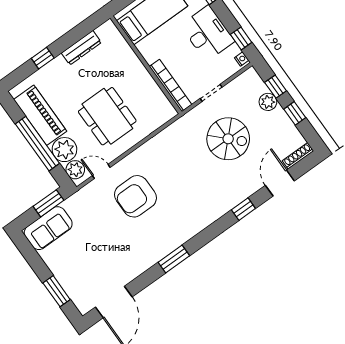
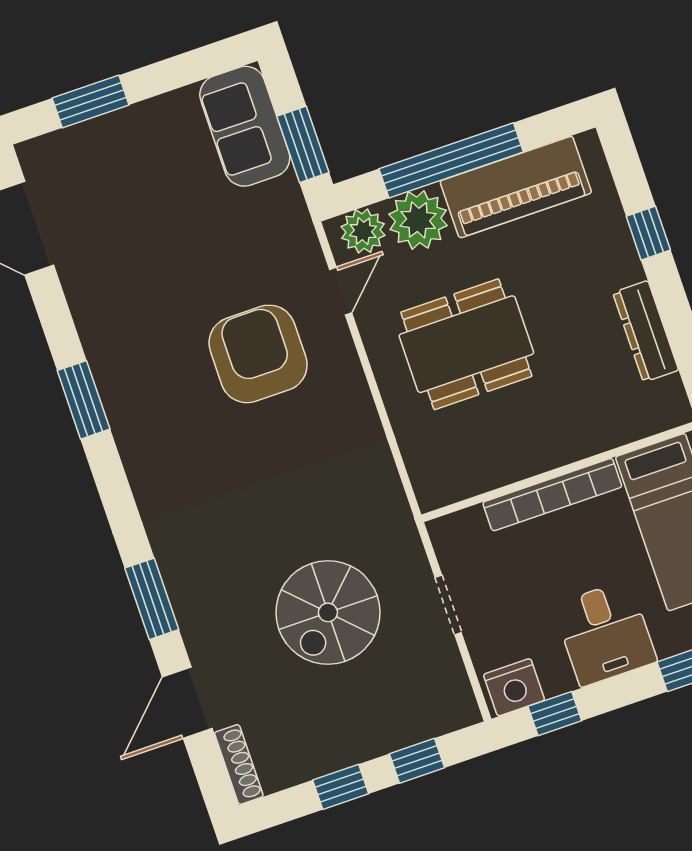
desk: (207, 33) -> (605, 633), width x0.73
nightstand: (242, 59) -> (514, 687), width x1.89, depth x1.79
bookcase: (171, 85) -> (552, 495), moved
plant: (268, 102) -> (387, 732), removed
door: (280, 183) -> (187, 703), swing flipped
window: (243, 209) -> (152, 599), width x1.50

